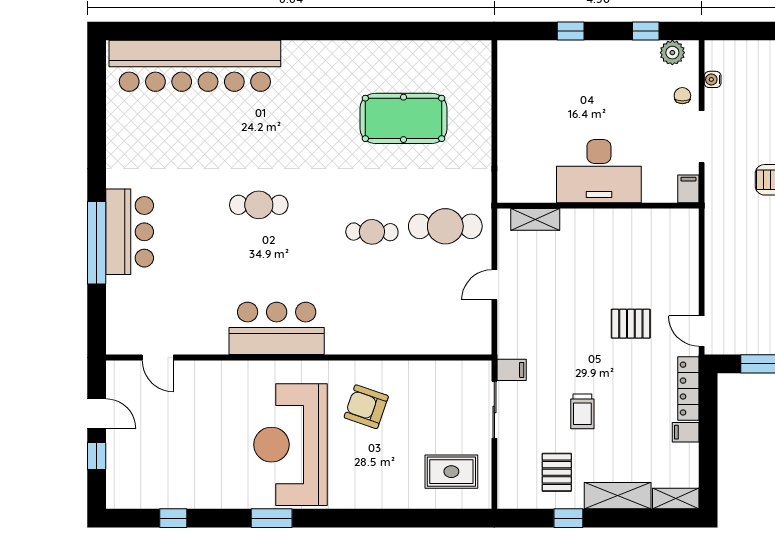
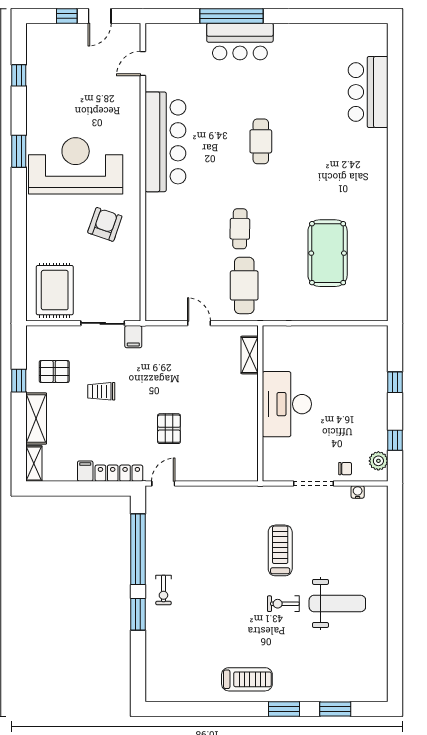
bar counter: (195, 66) -> (368, 92), width x0.54
filing cabinet: (688, 189) -> (273, 473), removed
bar counter: (277, 328) -> (165, 142), width x1.36
rug: (451, 472) -> (55, 290), width x1.36, depth x1.43

